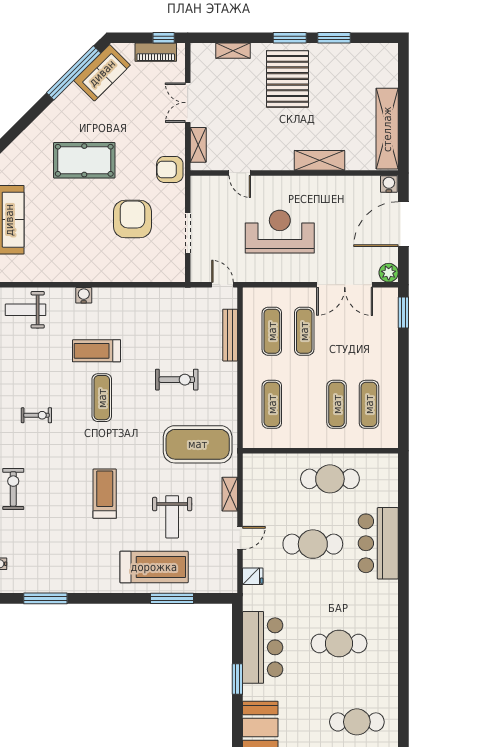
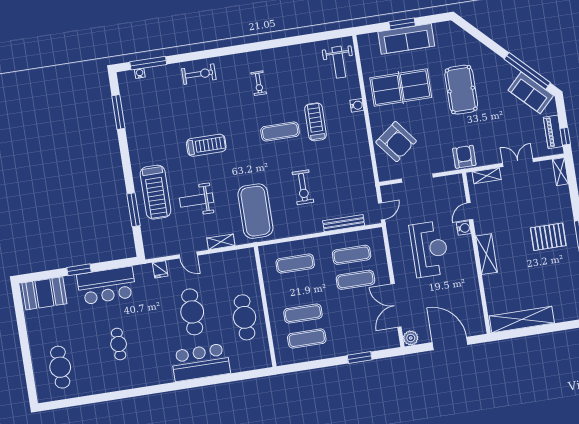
shelving: (233, 51) -> (560, 172), moved
pallet: (287, 79) -> (548, 237), width x0.73, depth x0.71
shelving: (319, 160) -> (487, 254), moved
water cooler: (389, 184) -> (464, 228), moved
armchair: (132, 219) -> (396, 142), moved, turned 52
table tennis table: (70, 236) -> (401, 88), added
weight bench: (26, 310) -> (339, 62), turned 180
window: (403, 313) -> (360, 358), moved
cafe table: (339, 643) -> (119, 344), width x0.73, depth x0.74

